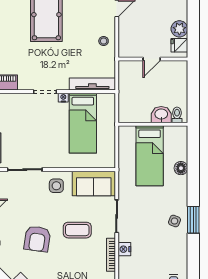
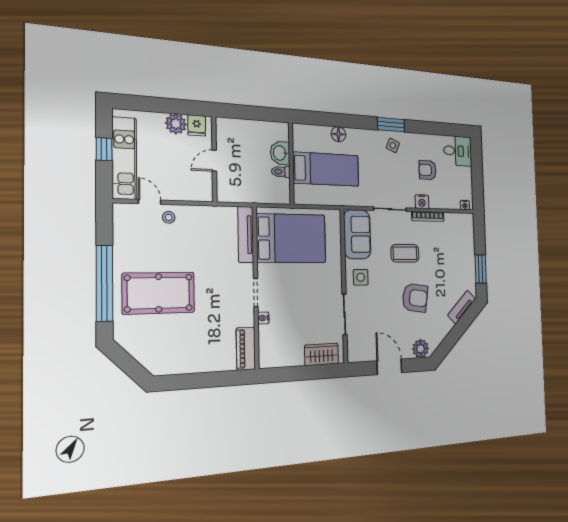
stool: (104, 41) -> (169, 217), moved
door: (152, 59) -> (214, 161), swing flipped
nightstand: (63, 98) -> (263, 318), moved
toilet: (177, 115) -> (281, 172), moved
bed: (83, 123) -> (291, 238), width x1.50
coffee table: (77, 230) -> (405, 253), turned 90
armchair: (154, 256) -> (428, 170), added

